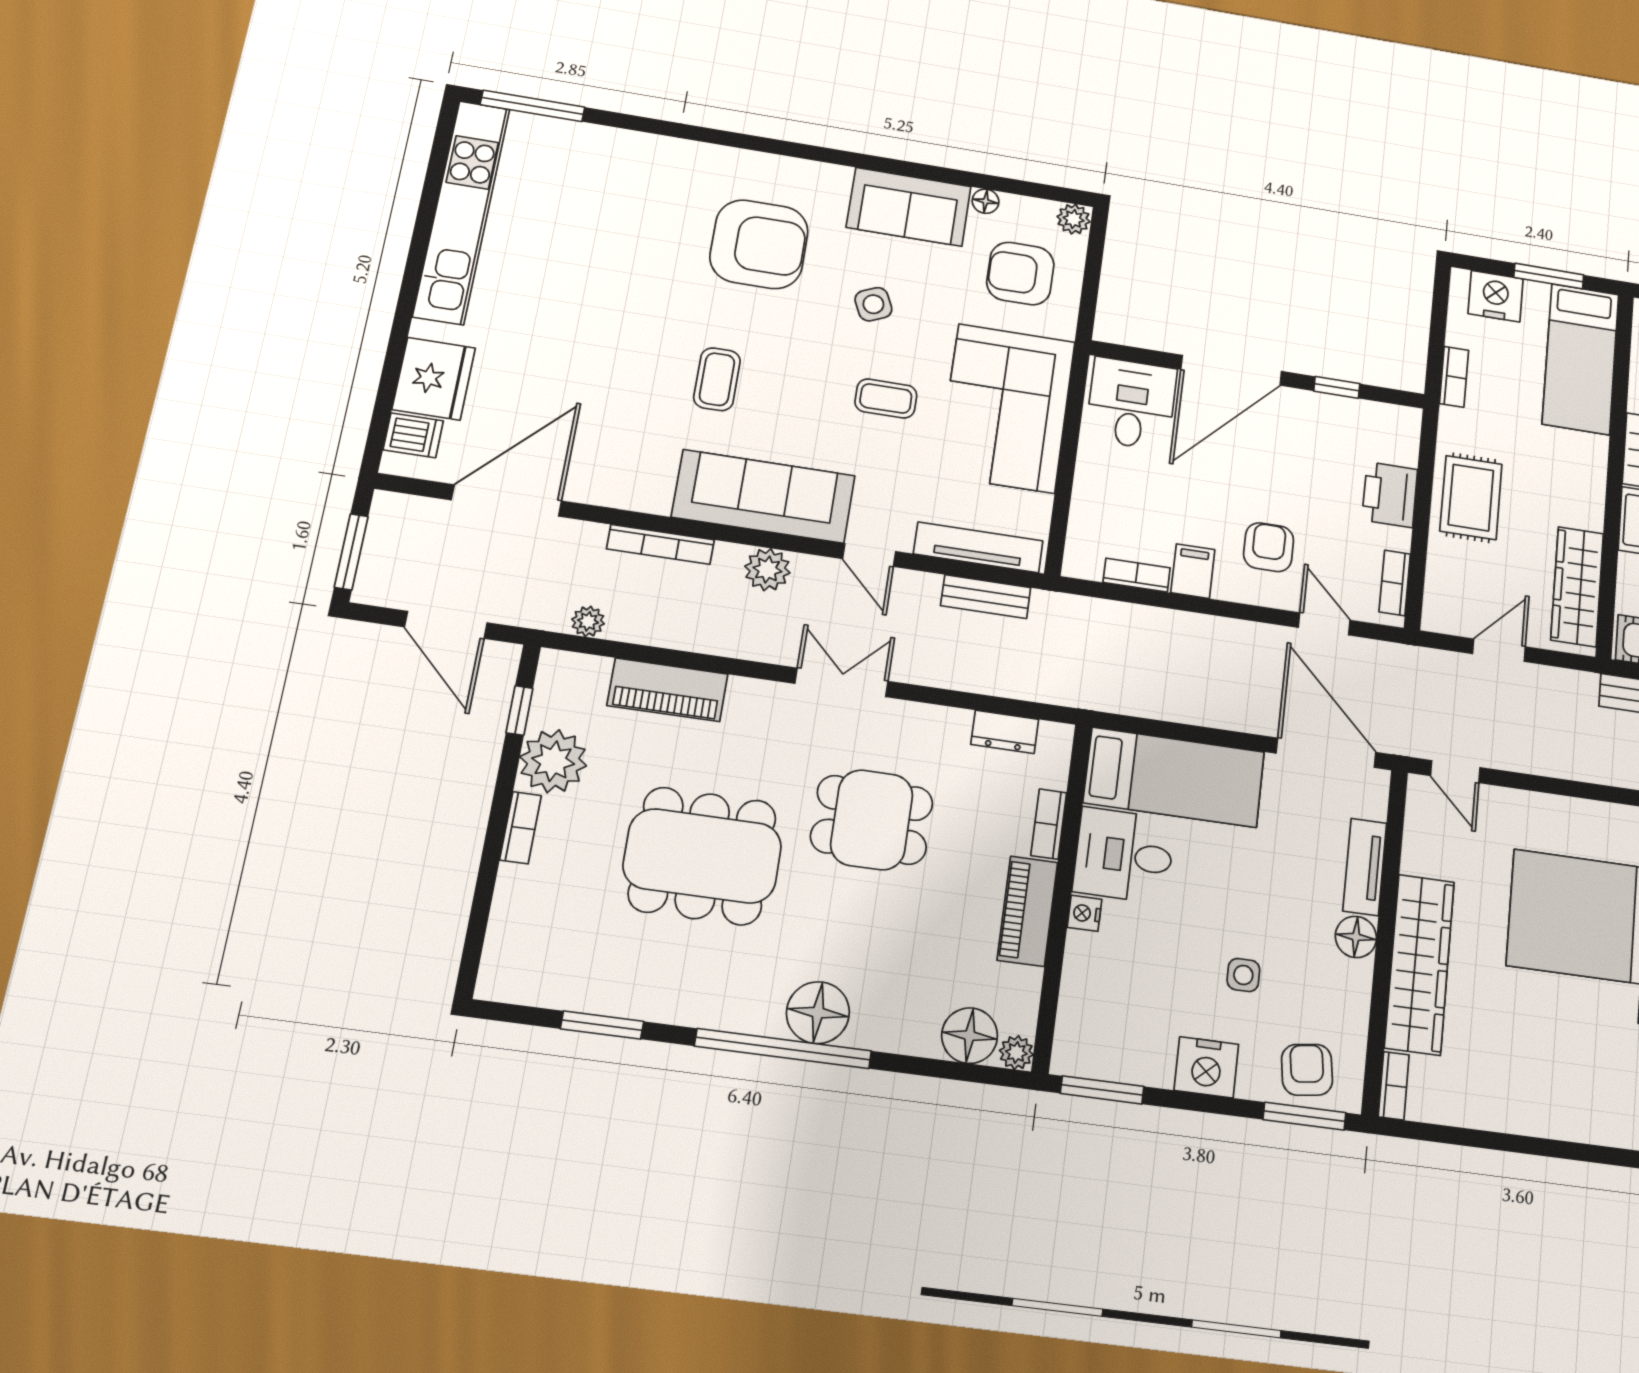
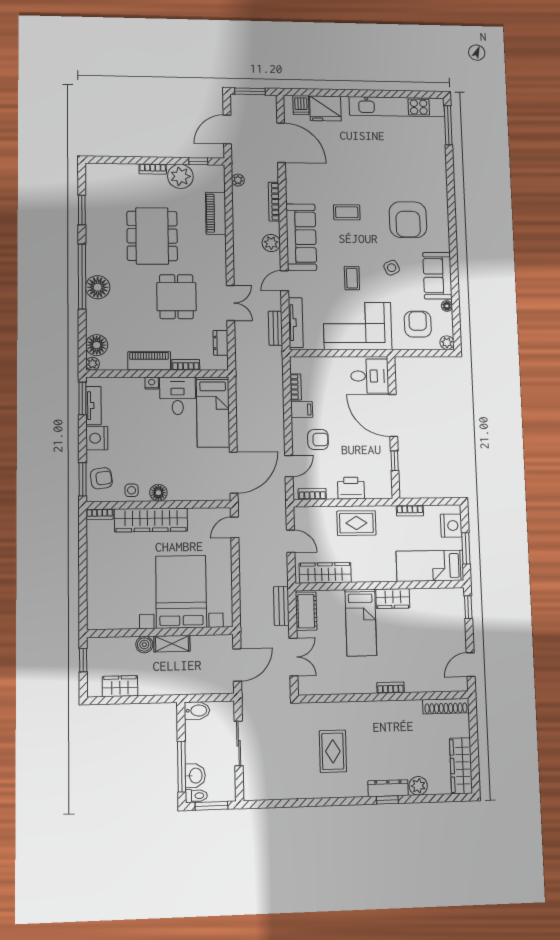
double door: (841, 682) -> (231, 303), moved
tv unit: (1365, 867) -> (93, 406), moved, turned 90
side table: (1243, 975) -> (132, 490), moved

